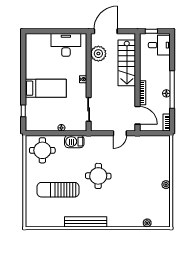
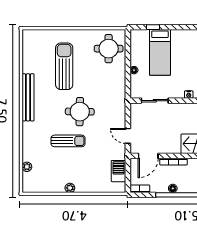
bed: (46, 88) -> (160, 52), moved
barbecue: (74, 142) -> (119, 171), moved
sun lounger: (124, 186) -> (68, 141), added

